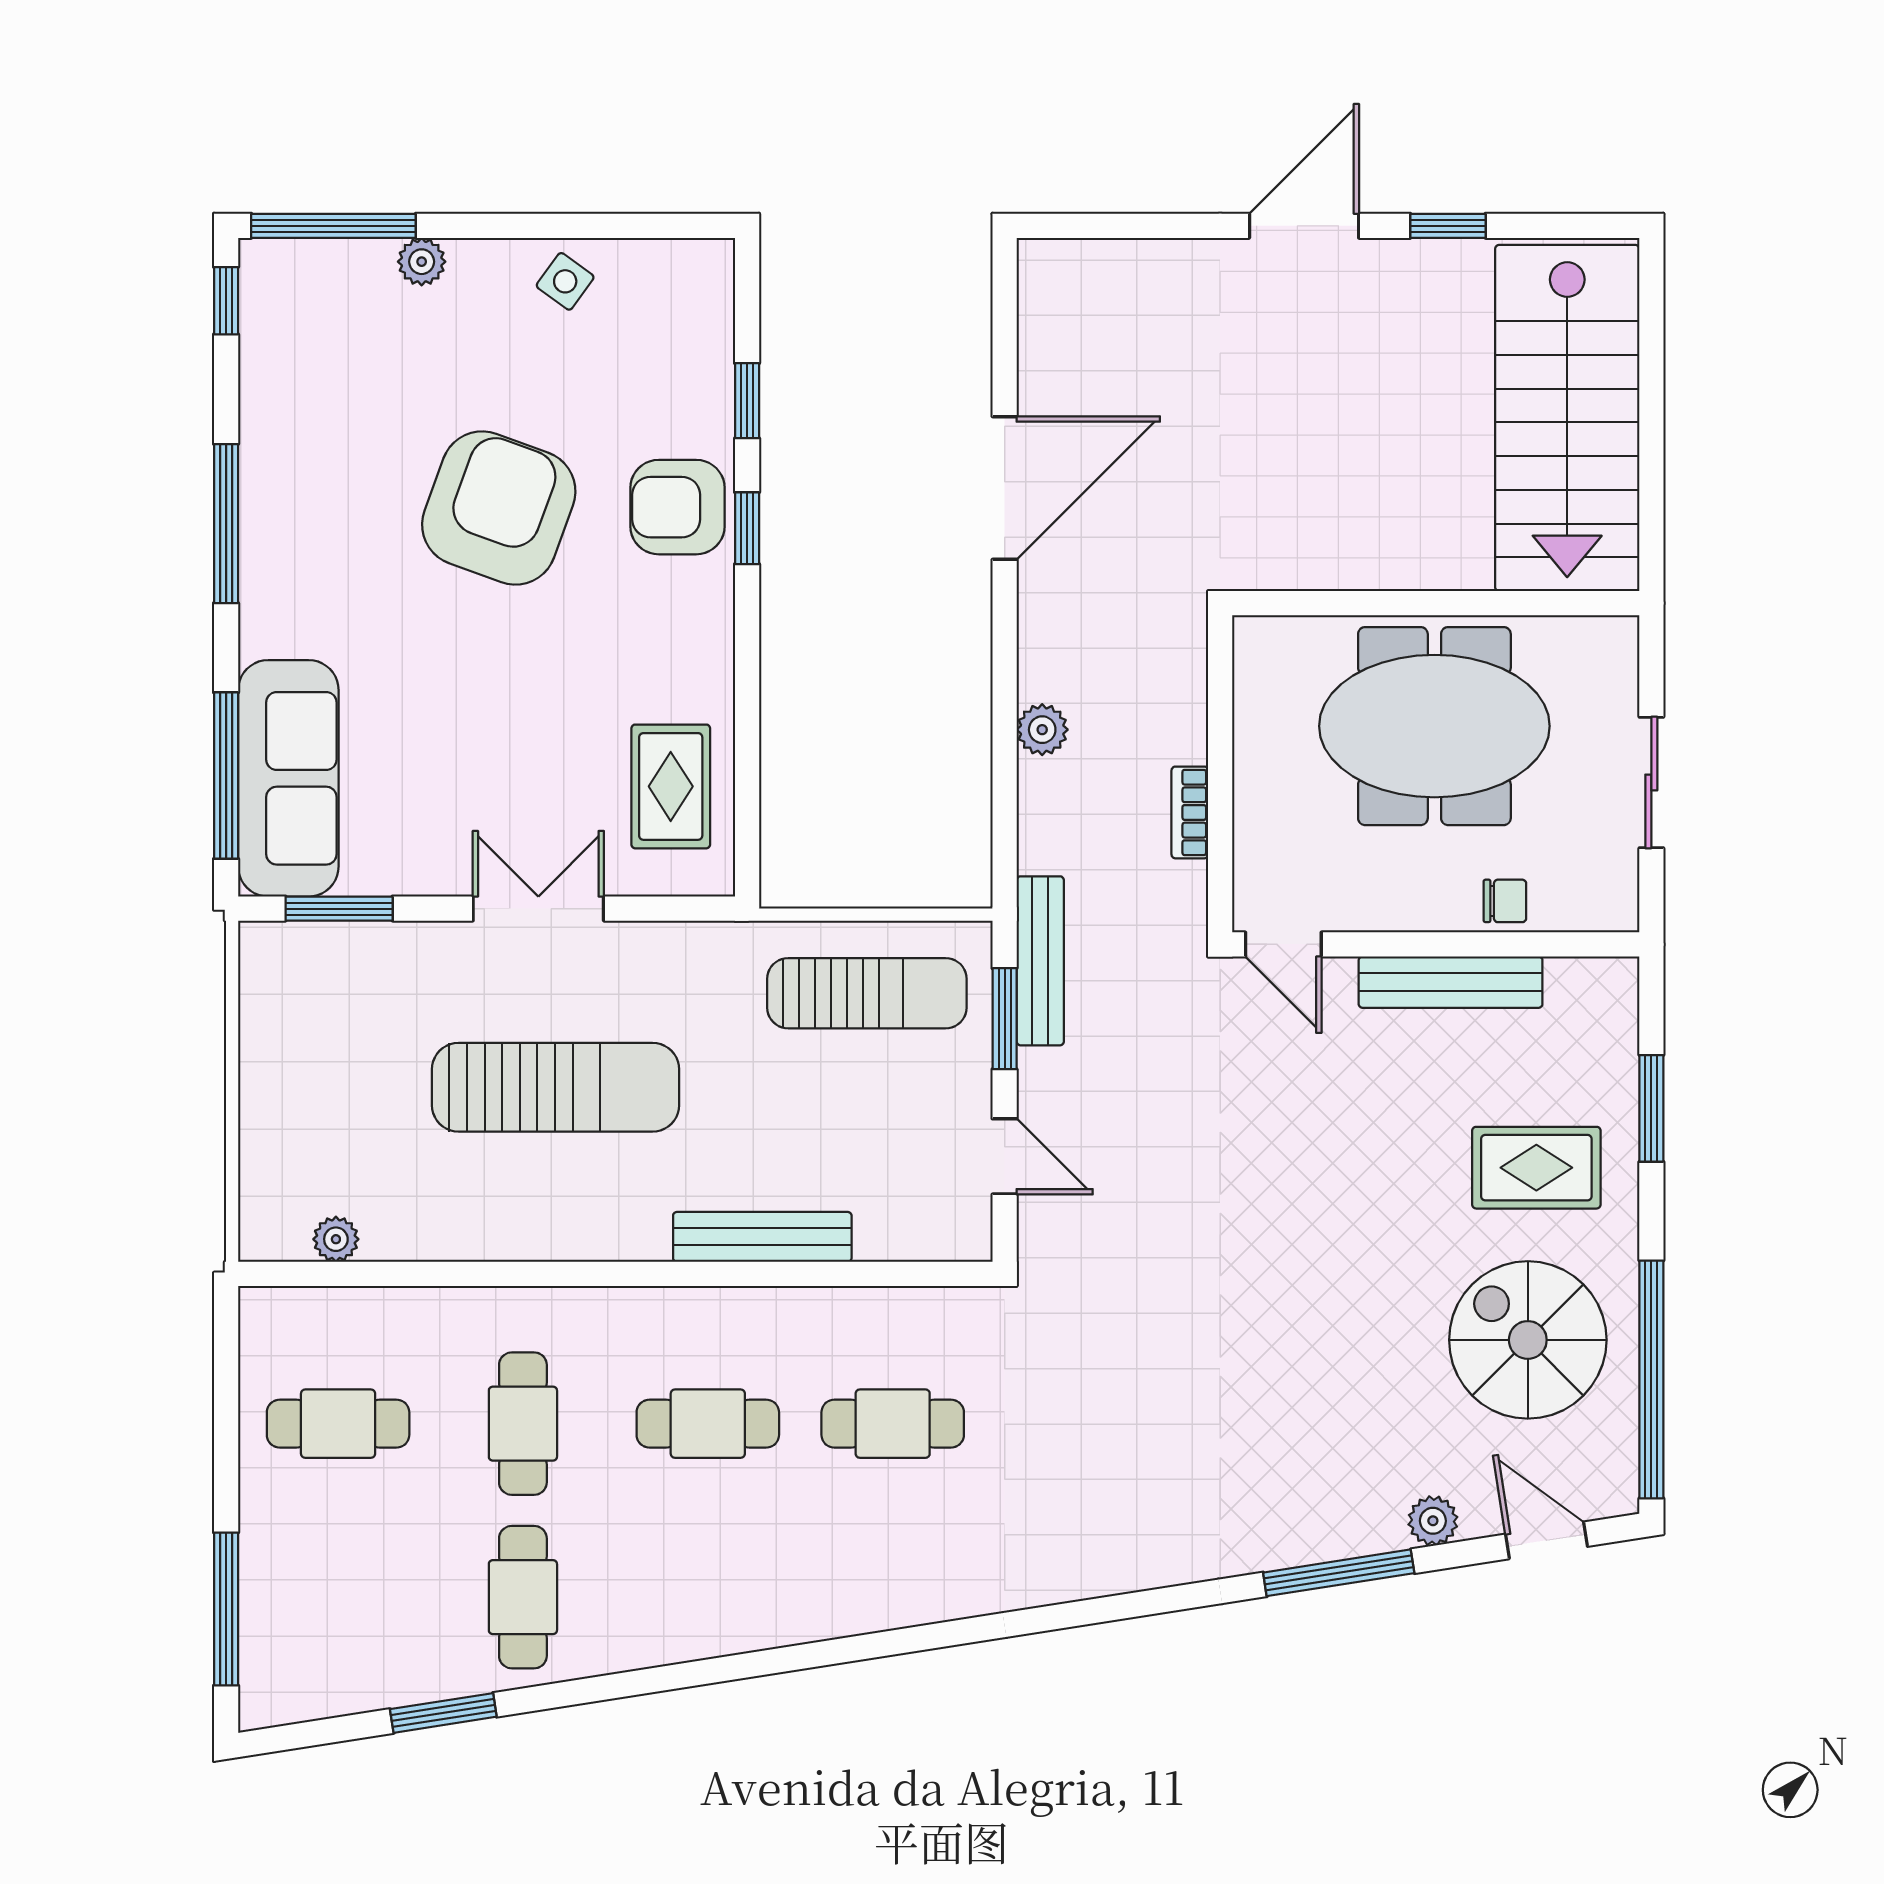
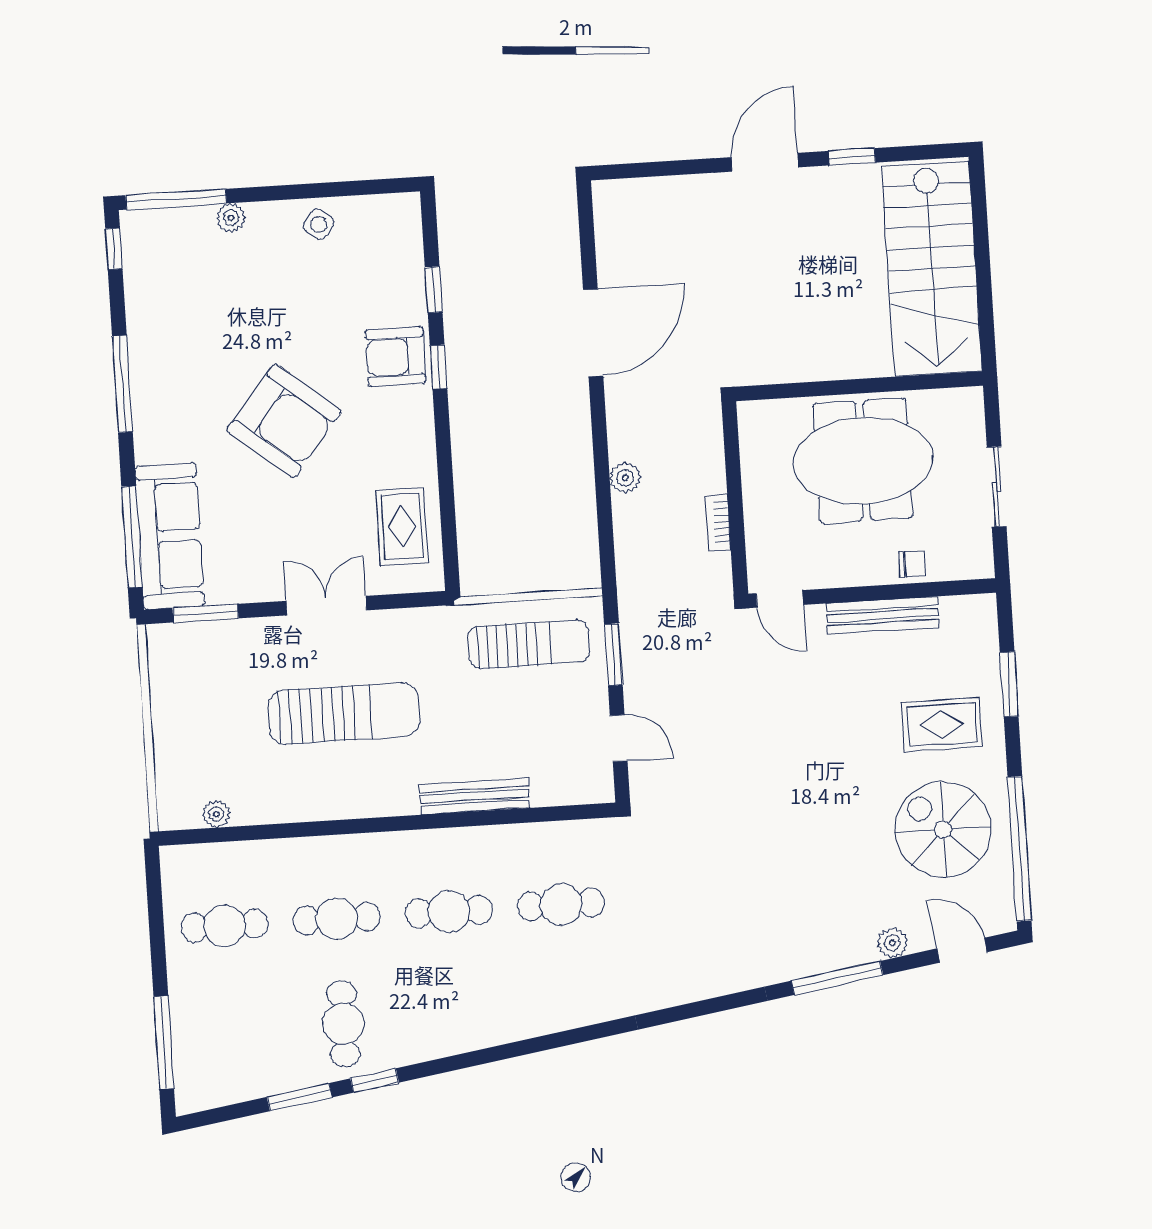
armchair: (499, 508) -> (284, 421), moved, turned 109
bench: (1040, 961) -> (633, 618), removed
cafe table: (523, 1424) -> (337, 919), turned 90
window: (568, 1693) -> (375, 1080), added

